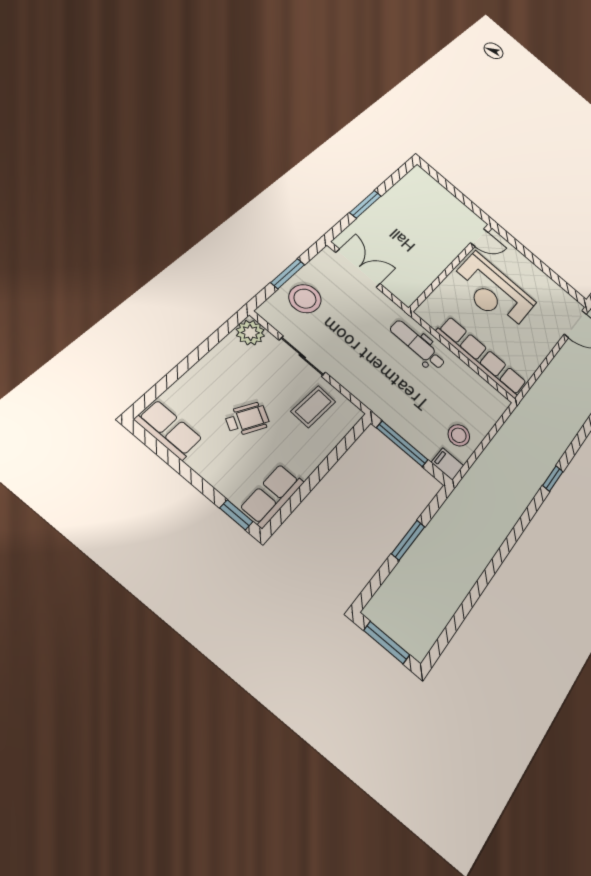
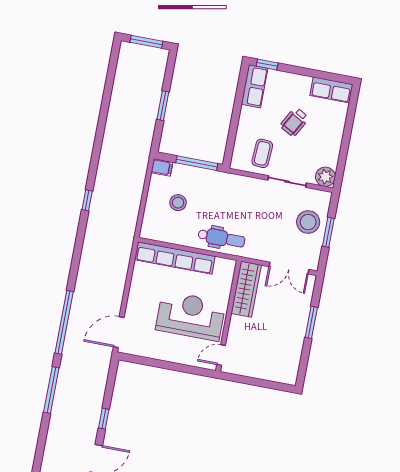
wardrobe: (419, 278) -> (246, 289), added
stool: (459, 435) -> (178, 203), moved

